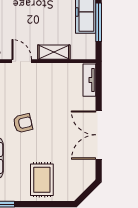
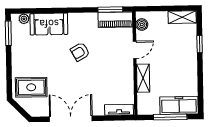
armchair: (23, 123) -> (80, 52), turned 74
rug: (42, 180) -> (31, 87), moved

